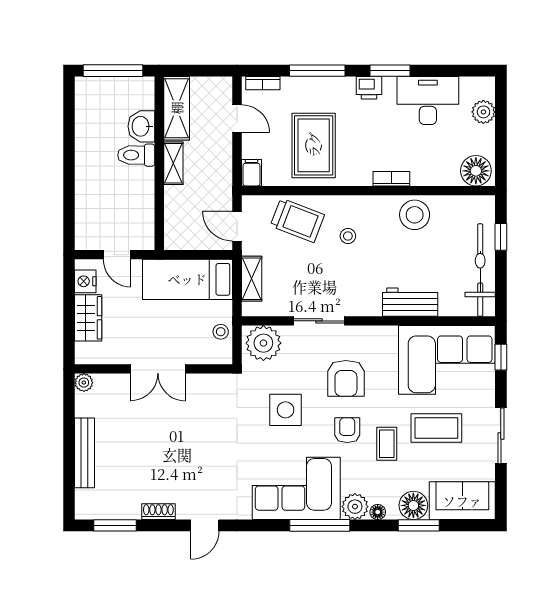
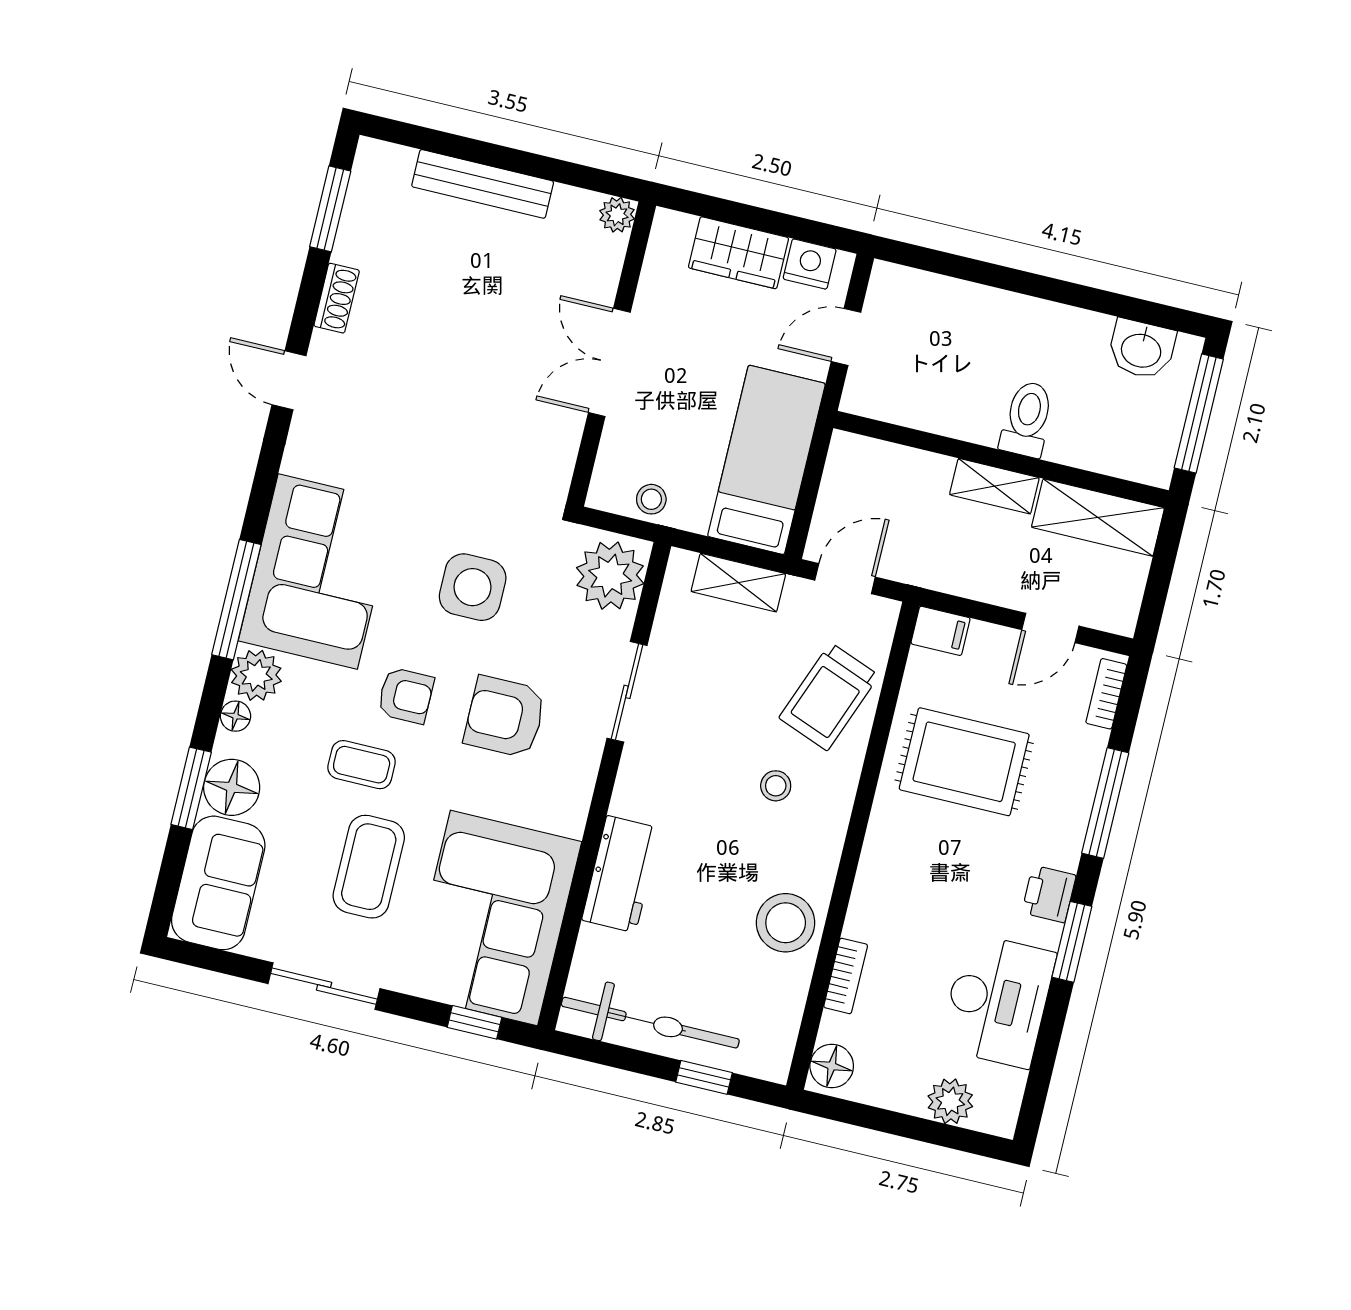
washbasin: (141, 126) -> (1141, 349), moved, turned 180
floor lamp: (476, 171) -> (832, 1066), width x0.73, depth x0.73
bookcase: (391, 179) -> (846, 976), moved

